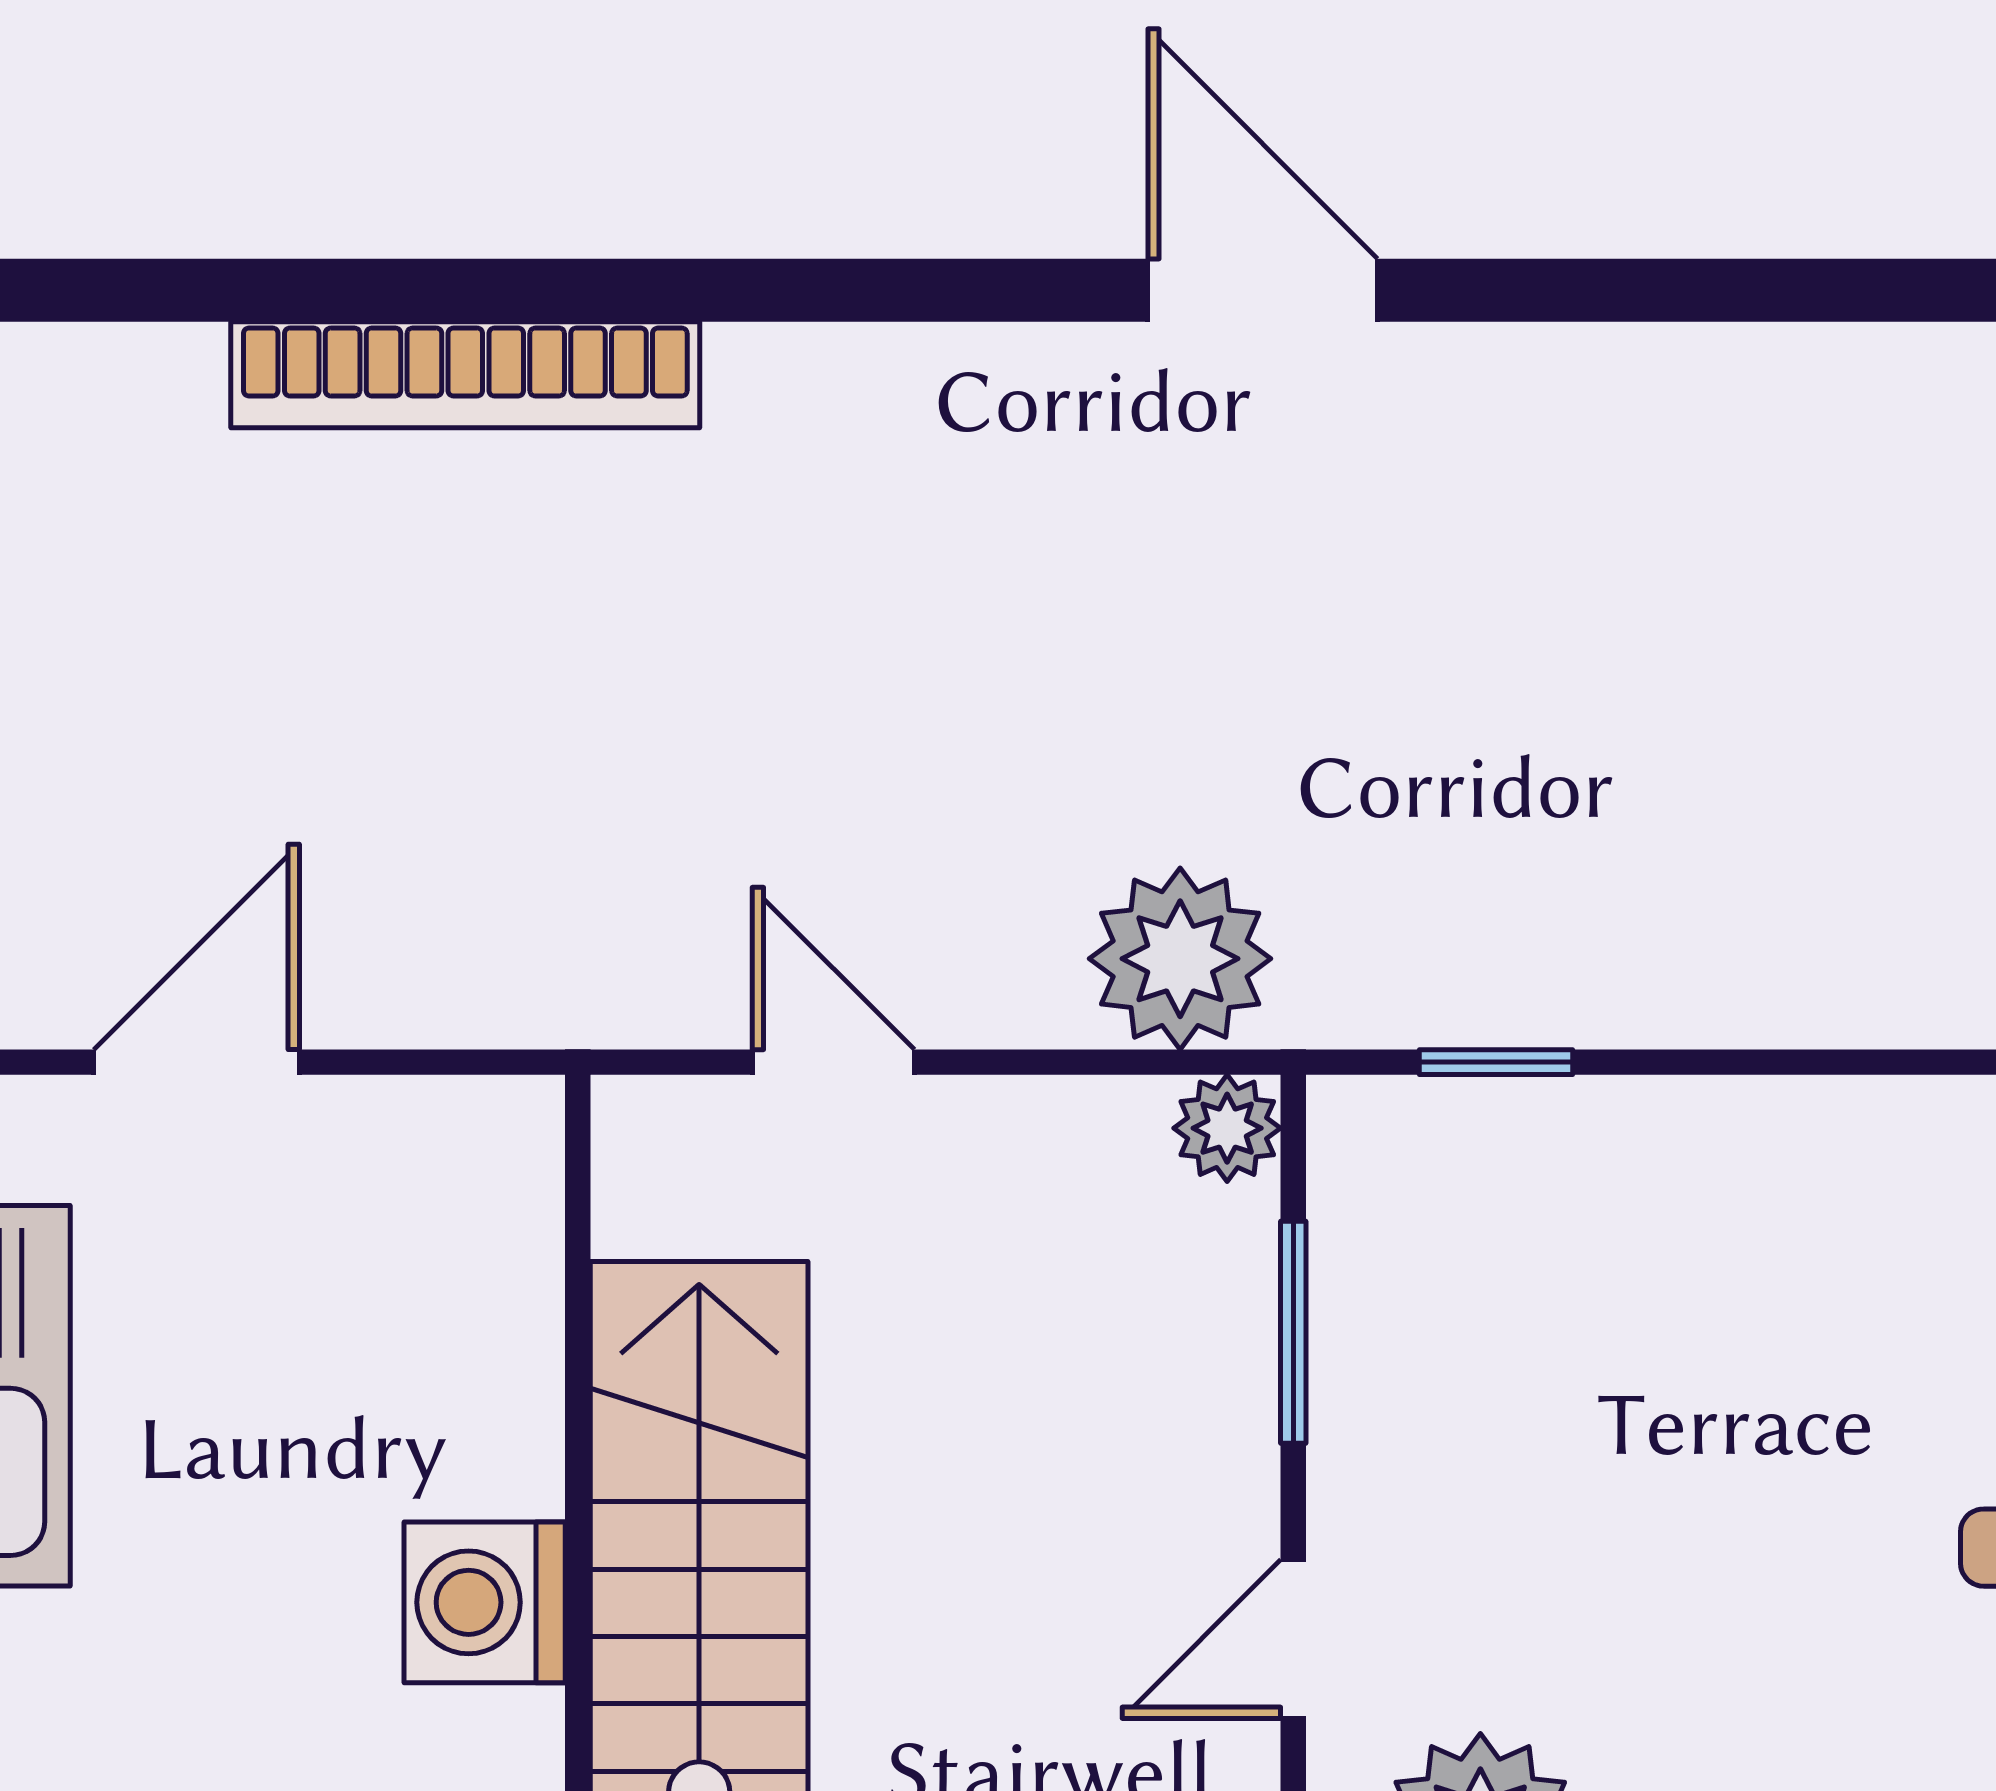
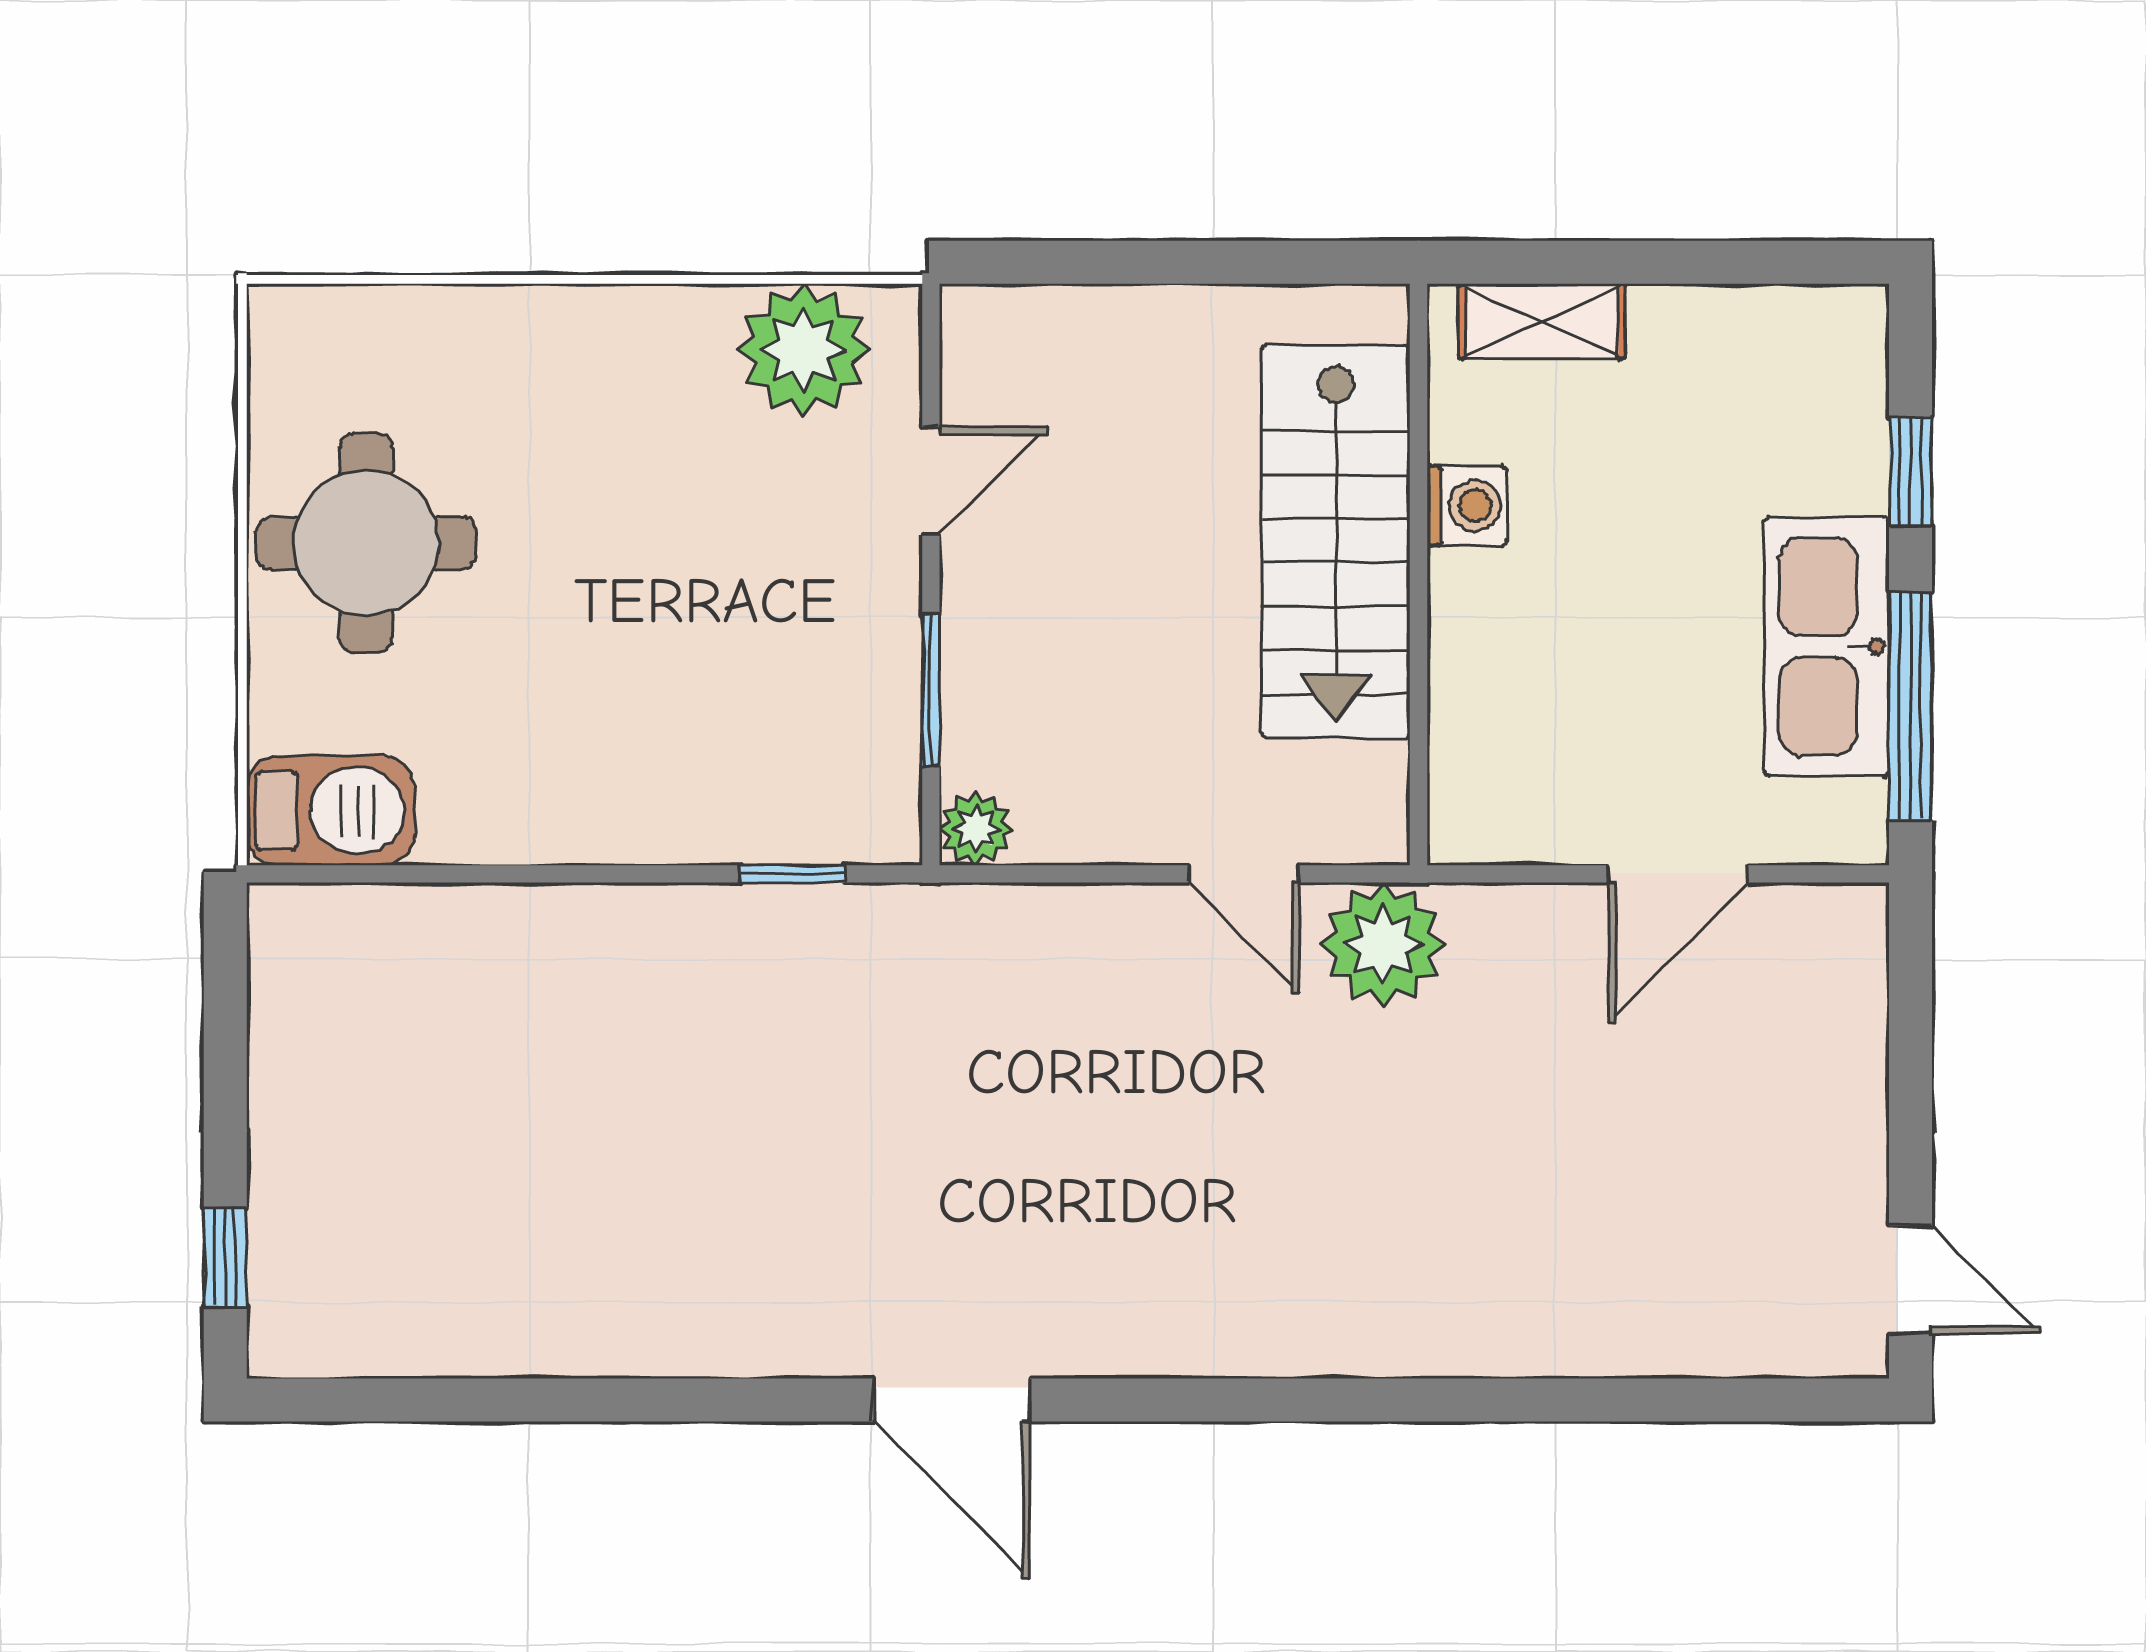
bookcase: (465, 375) -> (1495, 1342), removed
plant: (1180, 959) -> (1383, 944), moved
washing machine: (485, 1602) -> (1467, 506), width x0.73, depth x0.73

